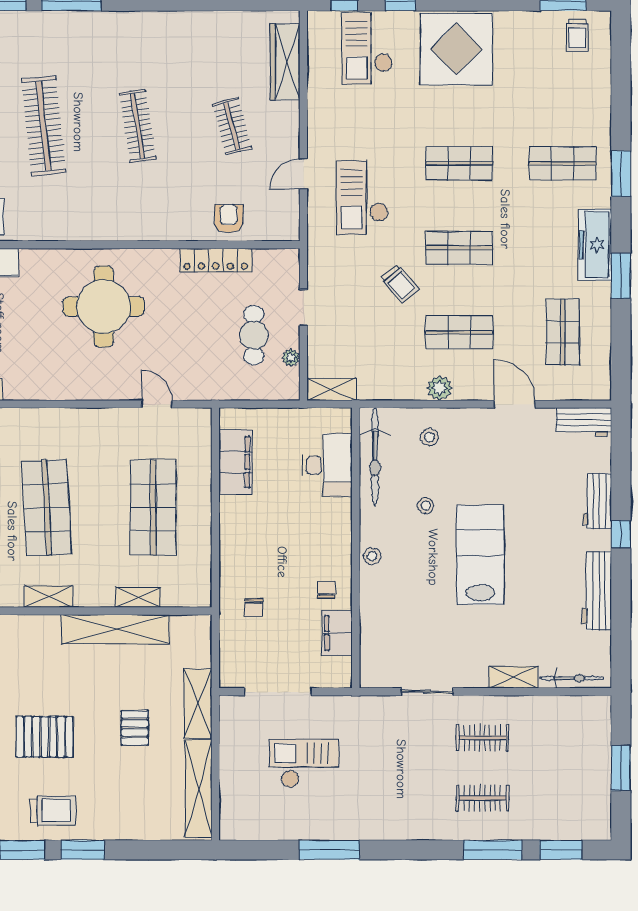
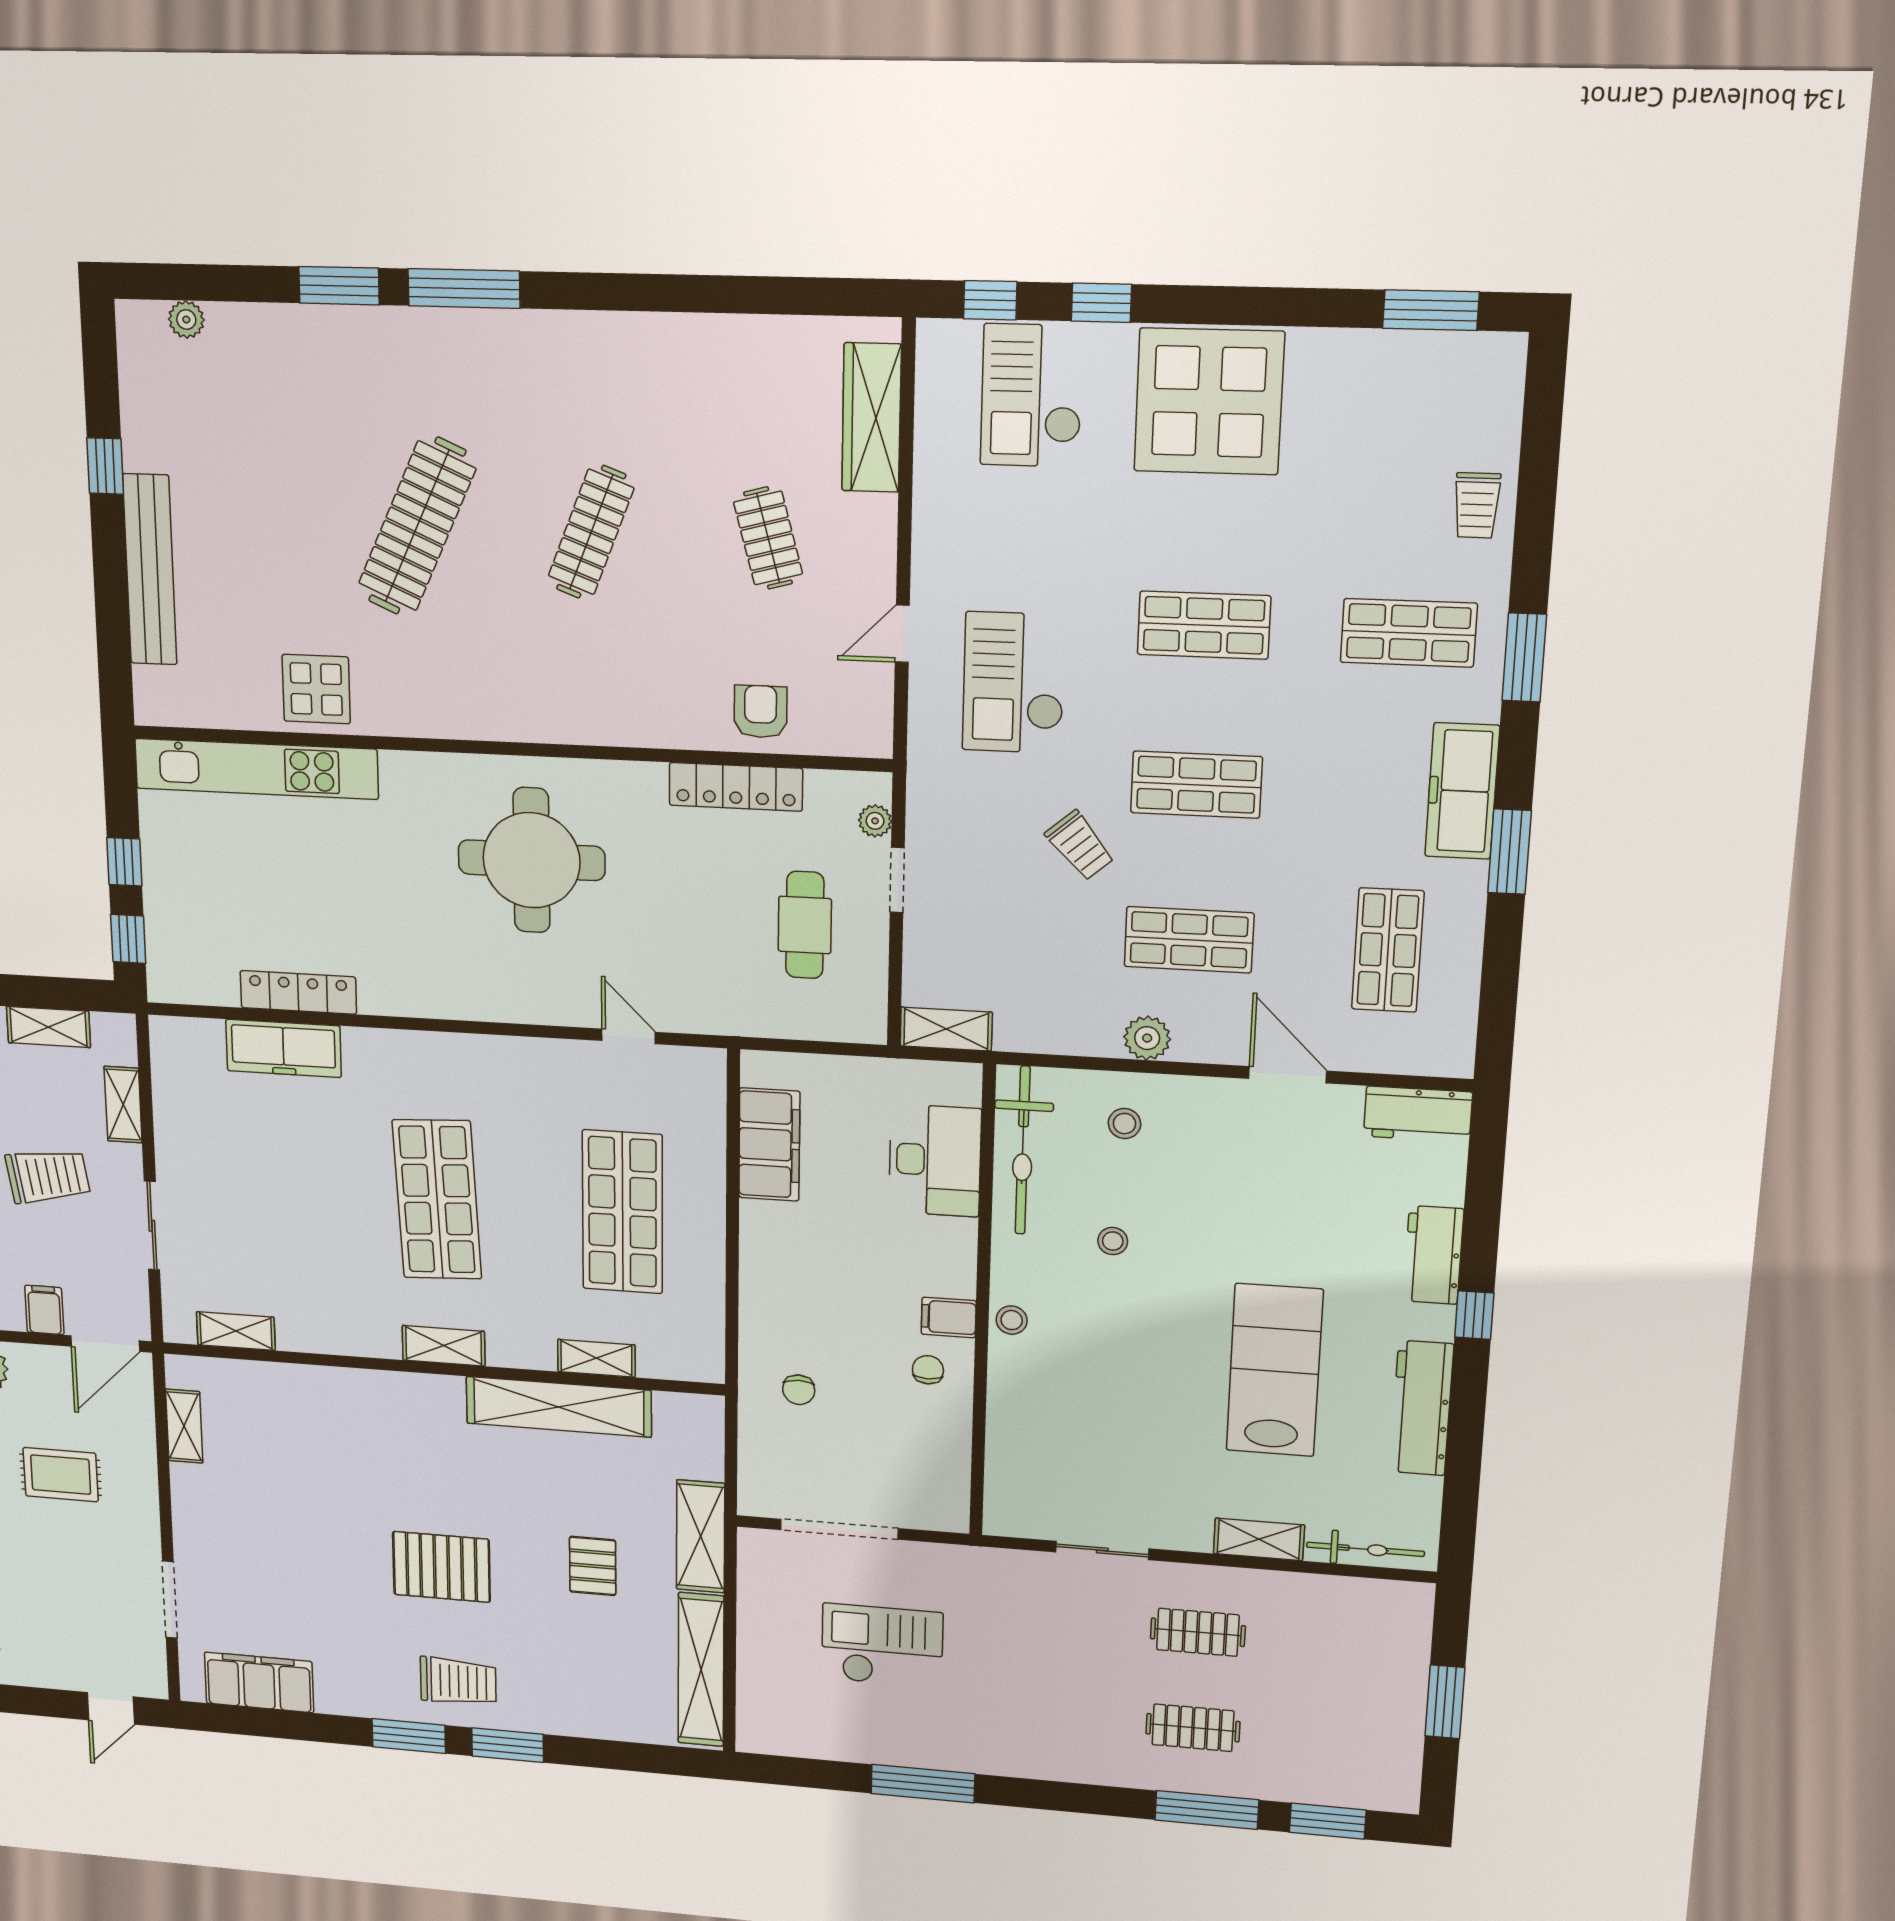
trolley: (577, 35) -> (1477, 505), moved
clothes rail: (43, 126) -> (417, 526), turned 30
clothes rail: (138, 126) -> (591, 532), turned 30
plant: (291, 358) -> (875, 821), moved
lab bench: (480, 555) -> (1275, 1370), moved
filing cabinet: (337, 633) -> (949, 1317), moved, width x0.50

